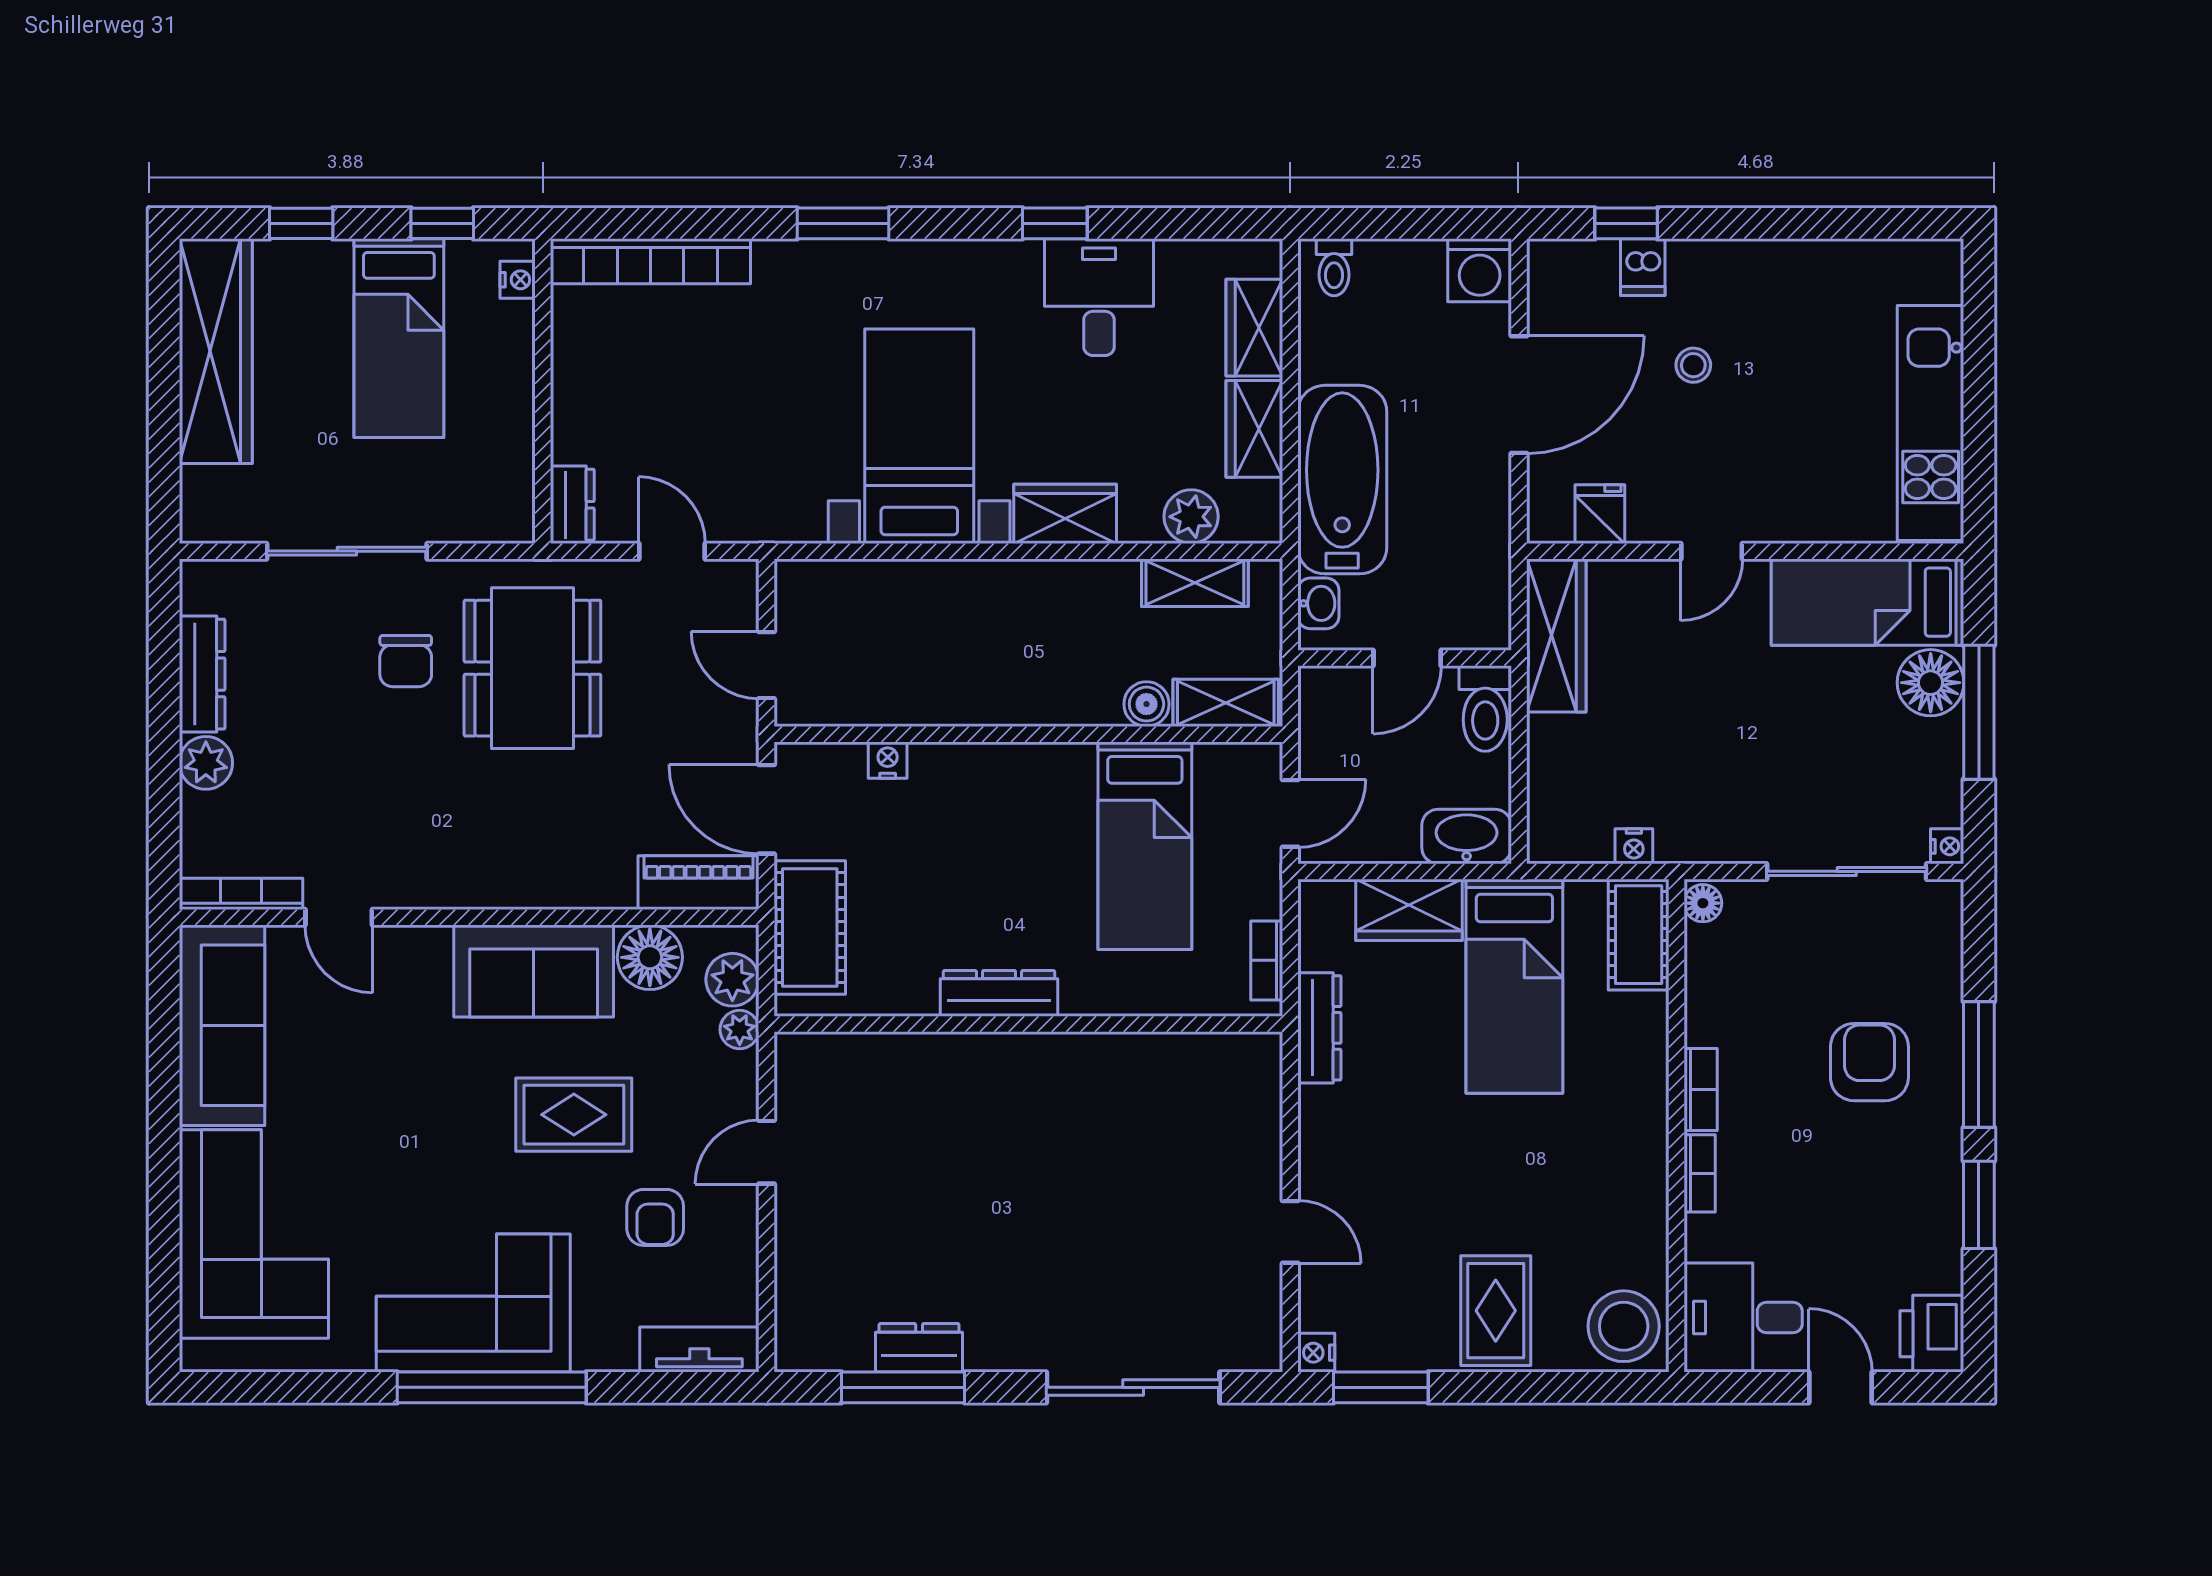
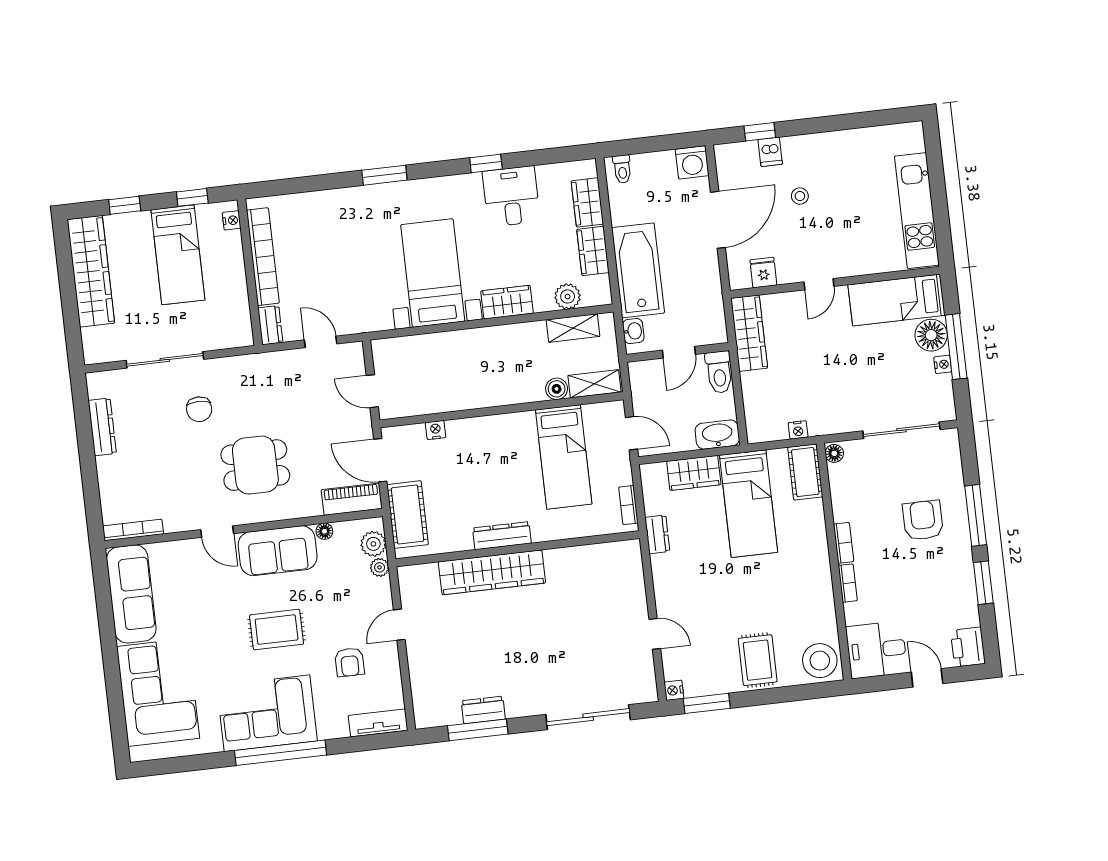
bookcase: (650, 261) -> (263, 257), moved, turned -90
dining table: (532, 668) -> (255, 465), moved, width x0.73
plant: (206, 763) -> (109, 469), removed
door: (1290, 813) -> (631, 433), hinge flipped
nightstand: (1947, 846) -> (943, 364), moved
door: (339, 917) -> (217, 532), moved
floor lamp: (650, 957) -> (324, 531), width x0.53, depth x0.53
dresser: (1319, 1028) -> (657, 534), width x0.70
wardrobe: (970, 1066) -> (492, 572), added
rug: (574, 1115) -> (277, 630), moved

